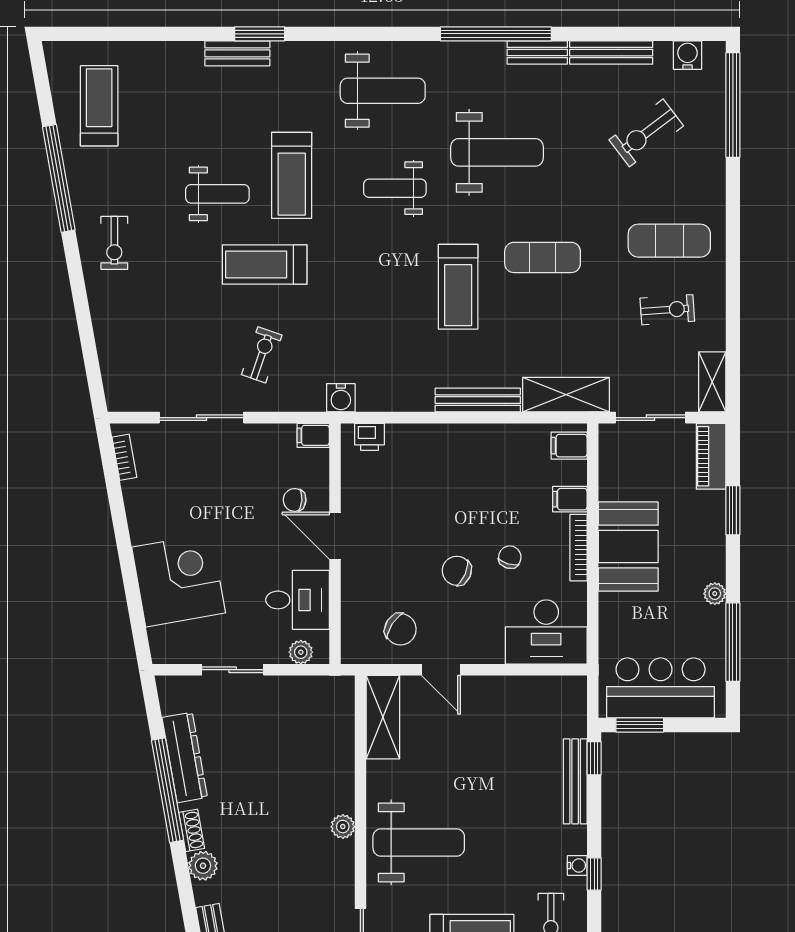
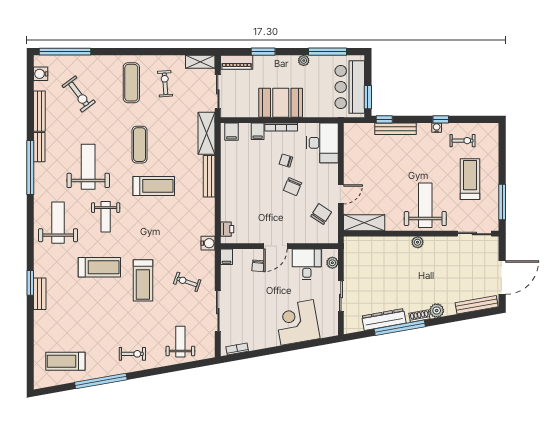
weight bench: (217, 194) -> (180, 342), moved

